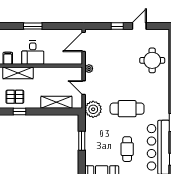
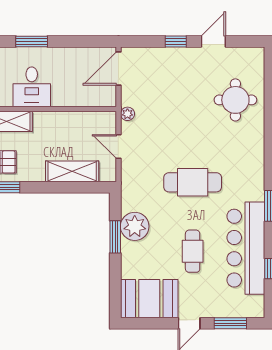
plant: (93, 109) -> (135, 226), moved

